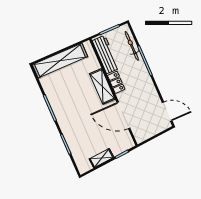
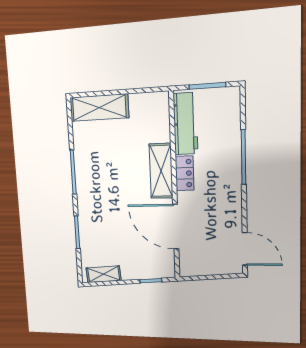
bicycle: (132, 46) -> (232, 126), removed
shelving: (60, 61) -> (99, 108), width x0.68
shelving: (101, 158) -> (104, 274), moved

